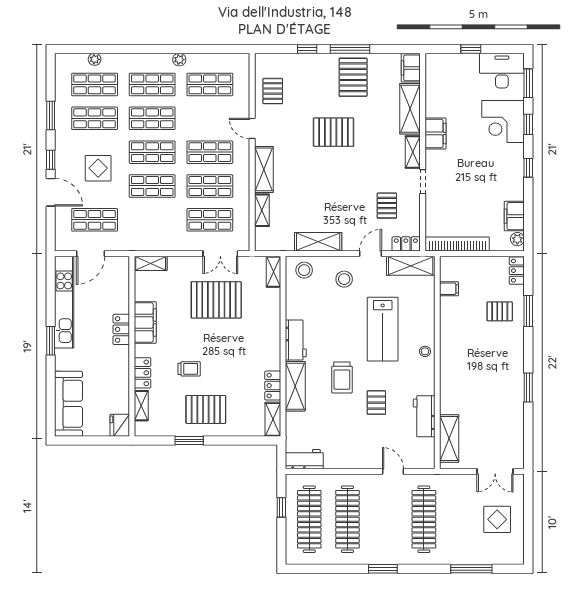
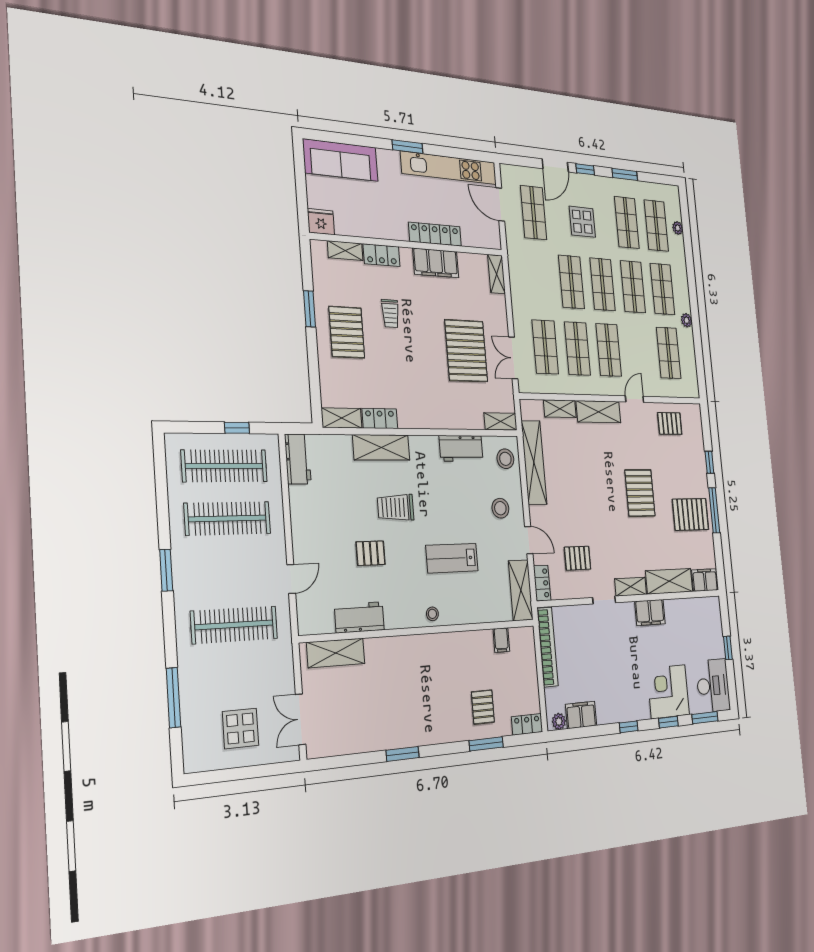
shelving: (318, 242) -> (534, 463), width x1.47
locker: (121, 329) -> (435, 234), width x1.53
lab bench: (383, 329) -> (452, 558), width x0.73, depth x0.72
workbench: (296, 340) -> (461, 448), moved

